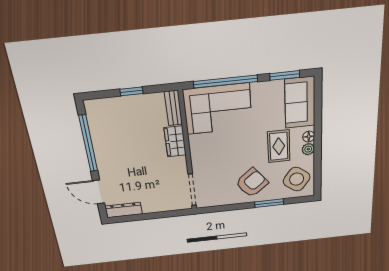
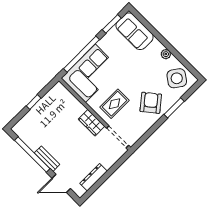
bench: (173, 108) -> (47, 159), moved
floor lamp: (309, 137) -> (159, 46), removed
wardrobe: (175, 141) -> (92, 123), moved
rug: (279, 146) -> (115, 104), moved, turned 90
dresser: (124, 210) -> (94, 177), moved

